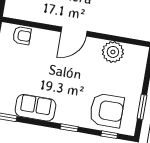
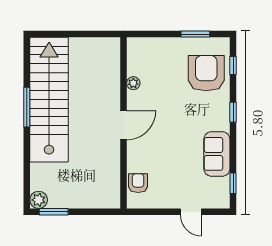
door: (74, 32) -> (124, 125), hinge flipped
plant: (113, 52) -> (133, 83), width x0.53, depth x0.53

